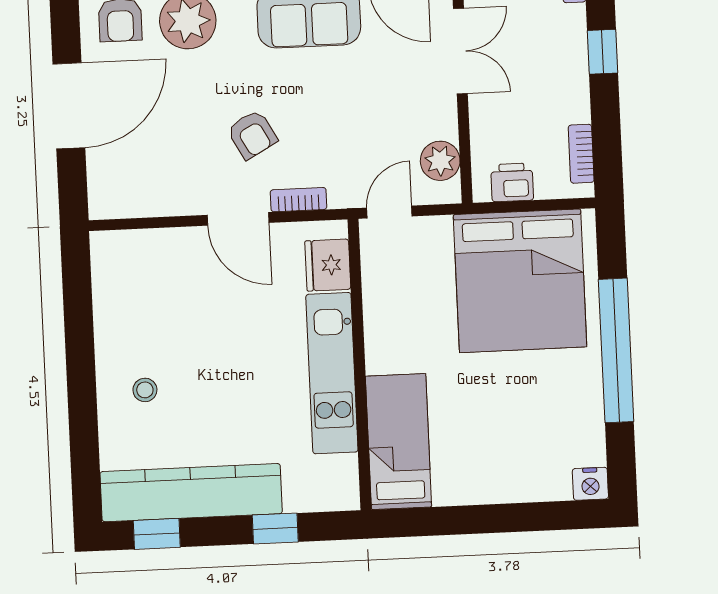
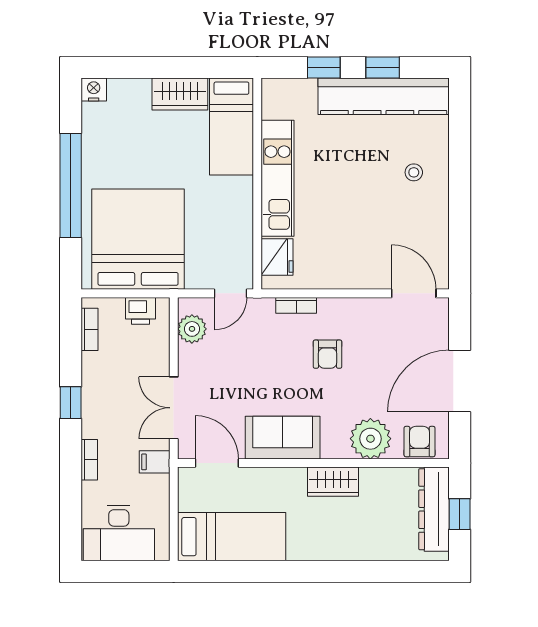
armchair: (252, 135) -> (328, 354), turned -151
door: (238, 219) -> (414, 293), moved
wardrobe: (472, 483) -> (180, 94), added
window: (157, 534) -> (383, 68), moved

